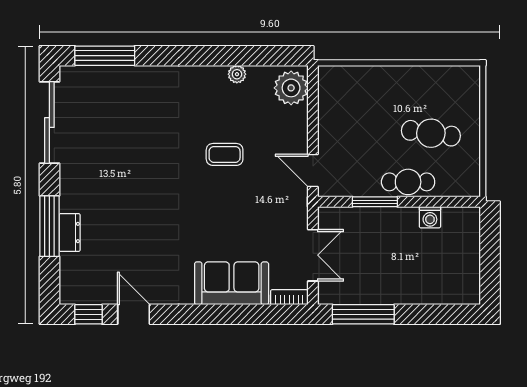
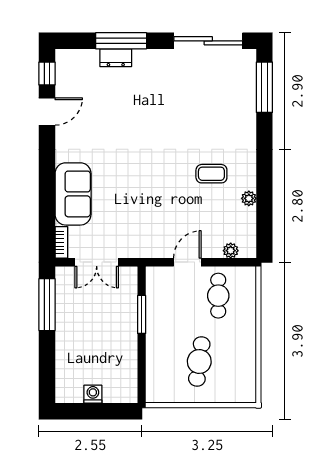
plant: (291, 88) -> (231, 251), width x0.53, depth x0.53
coffee table: (225, 154) -> (211, 174), moved, turned 90
door: (313, 171) -> (187, 262), moved
cafe table: (408, 182) -> (218, 296), moved
washing machine: (430, 217) -> (93, 394), moved, turned 90

